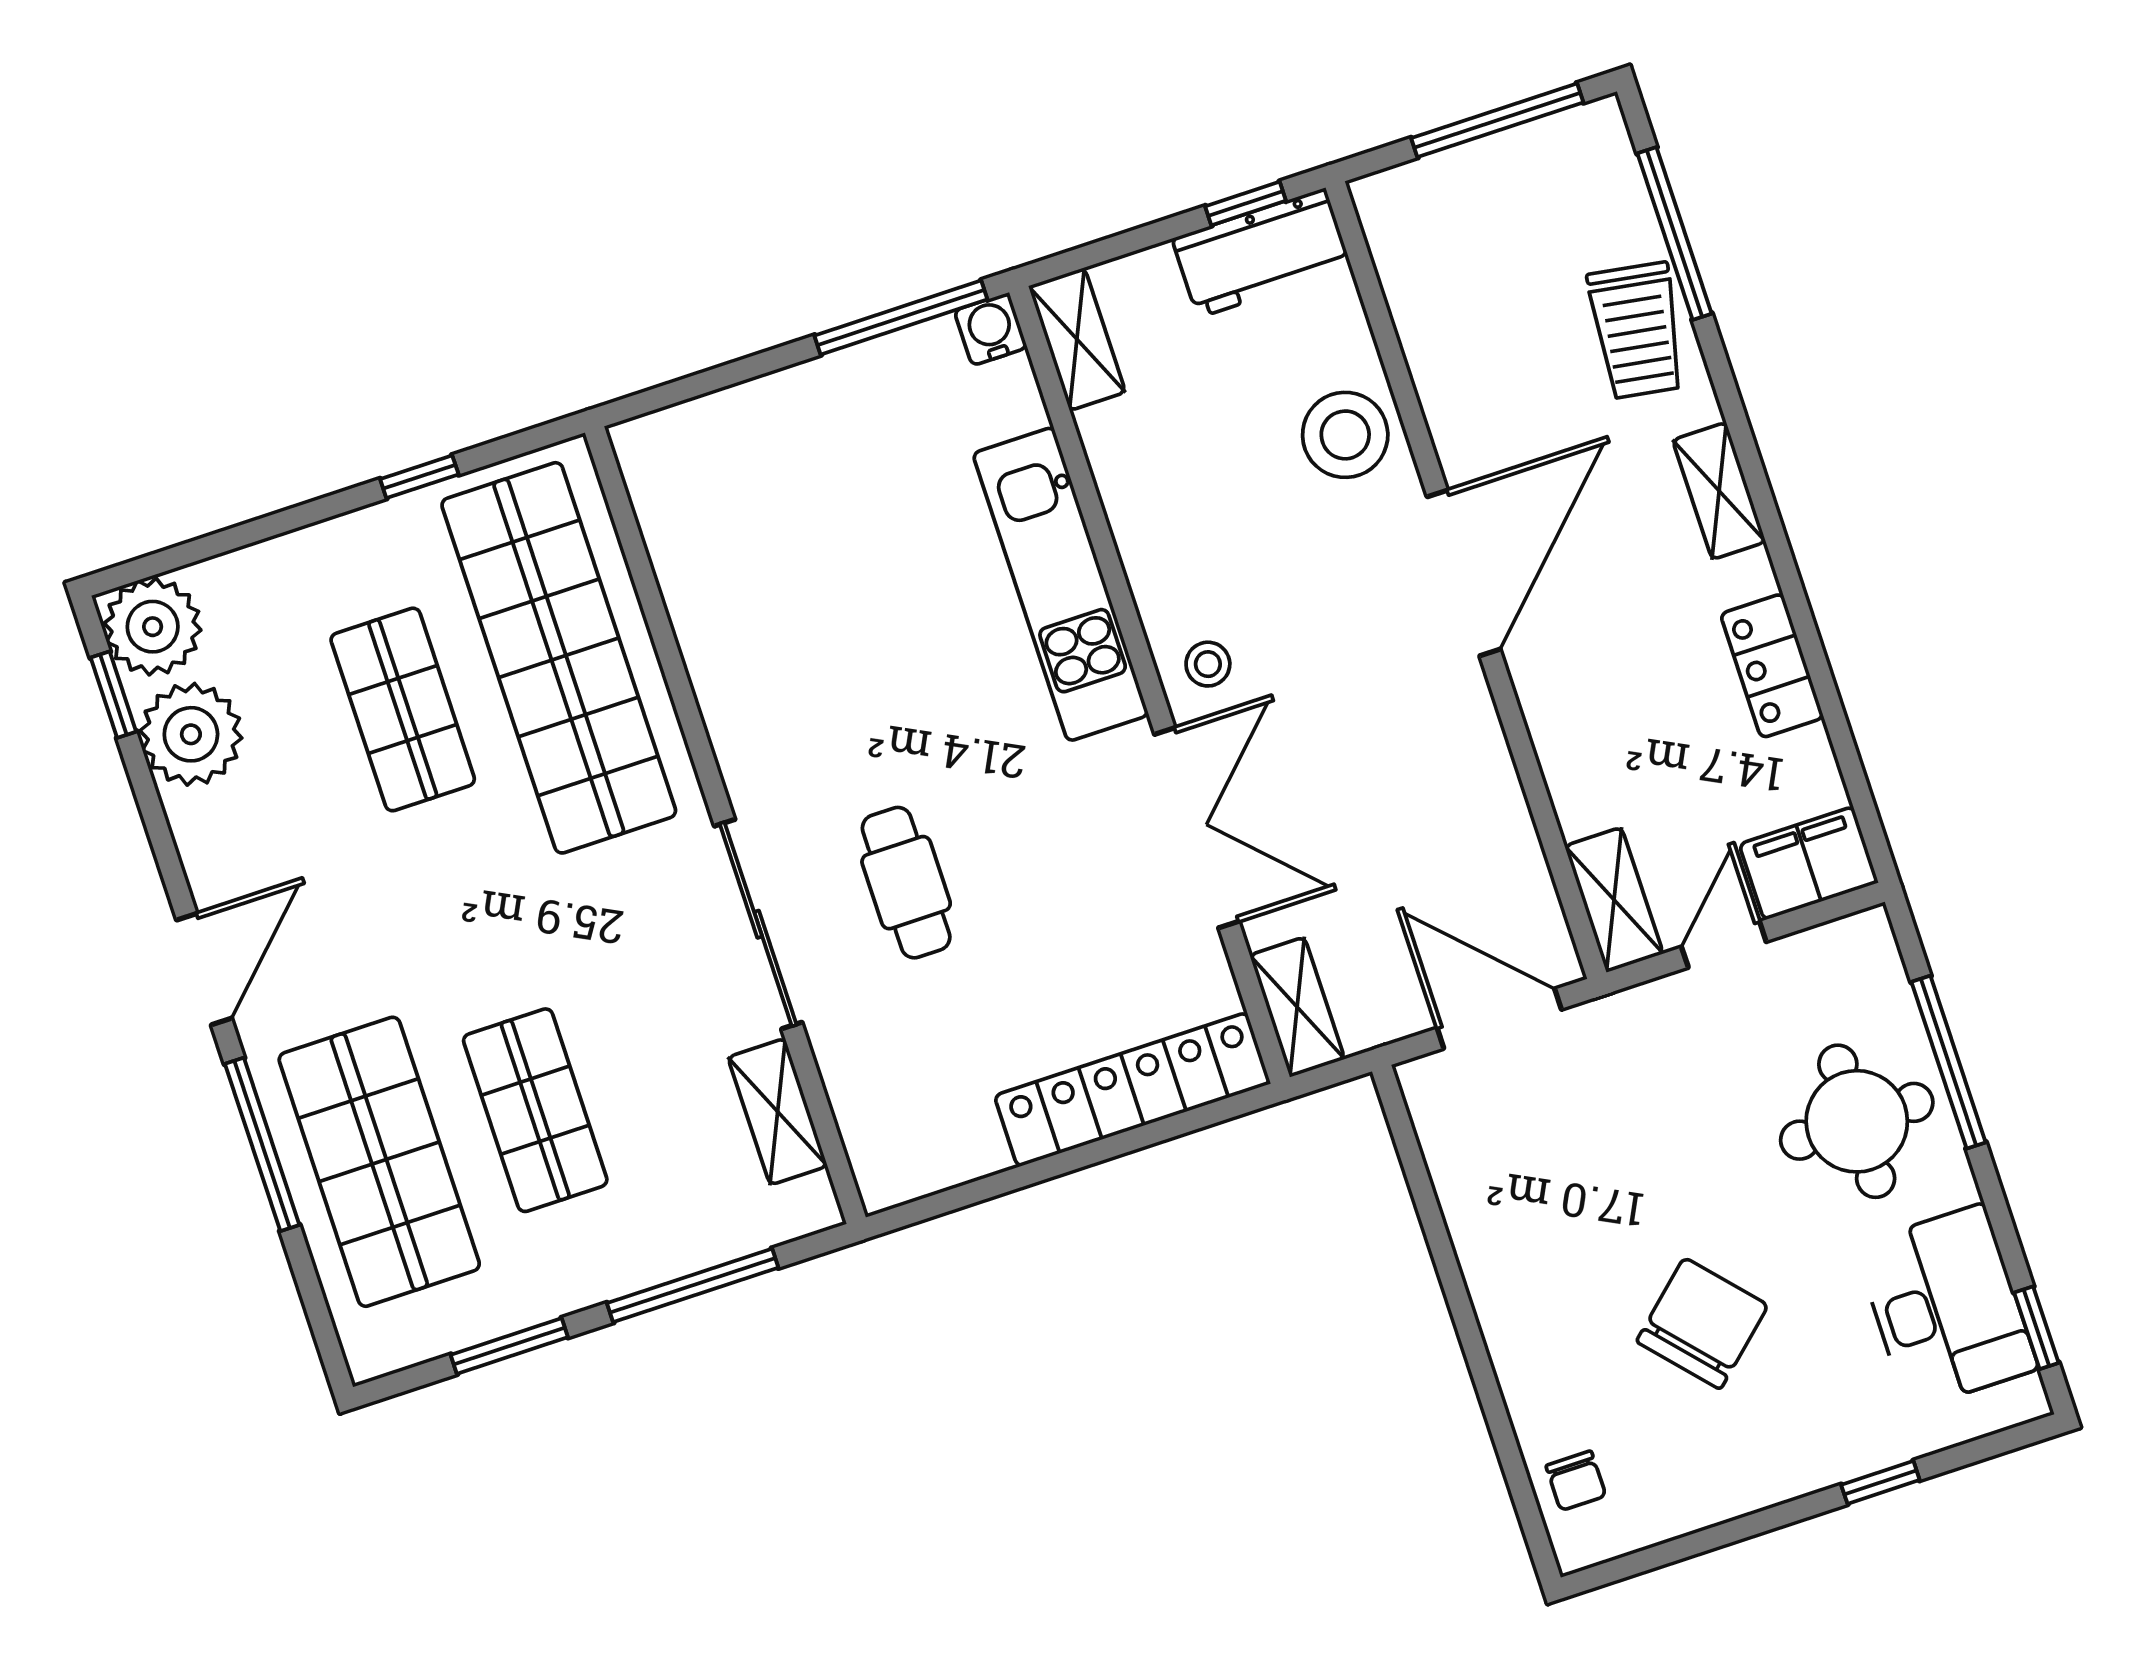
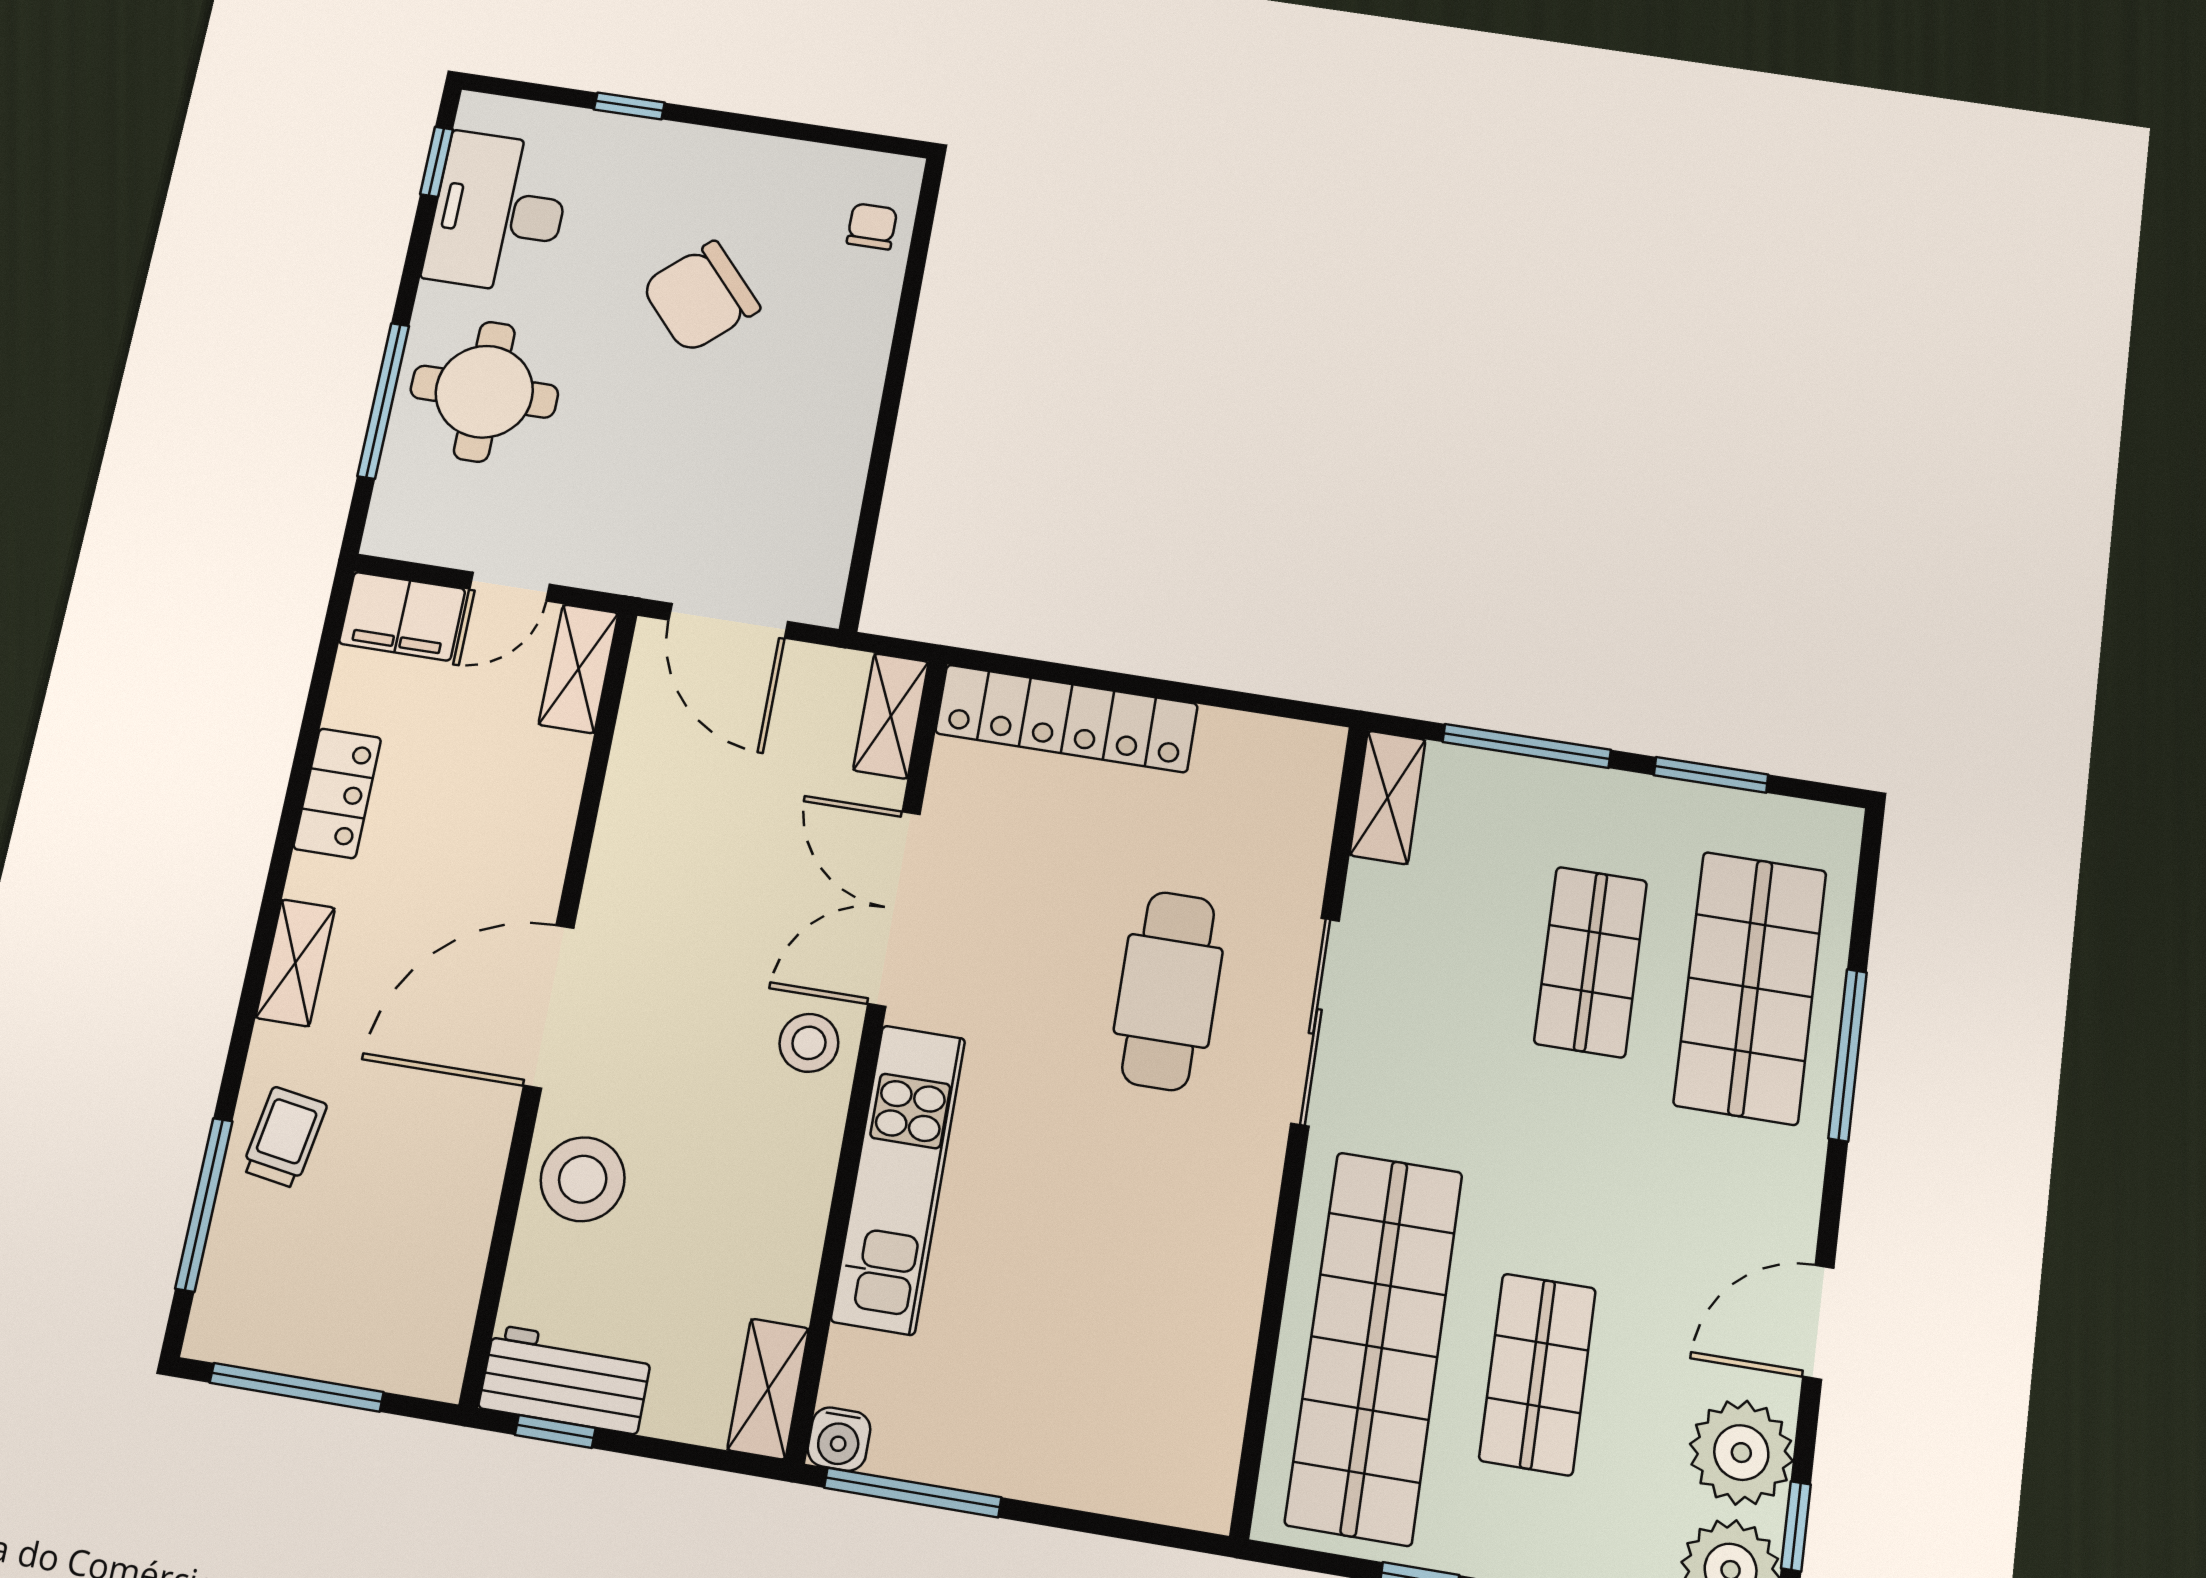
trolley: (1637, 330) -> (284, 1137), width x0.73, depth x0.72
stool: (1208, 664) -> (809, 1043), width x1.37, depth x1.37
cafe table: (906, 883) -> (1168, 991), width x1.37, depth x1.35
door: (204, 969) -> (1818, 1322), moved
shelving: (778, 1112) -> (1388, 797), moved

